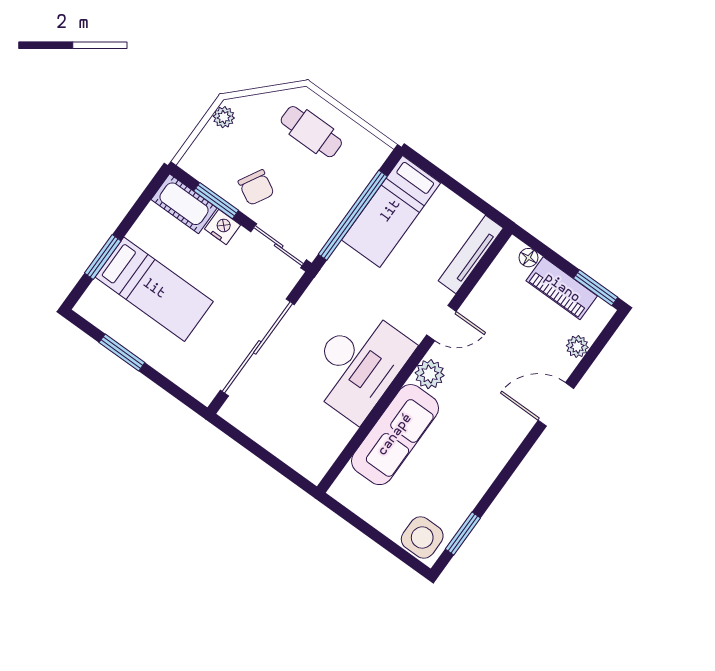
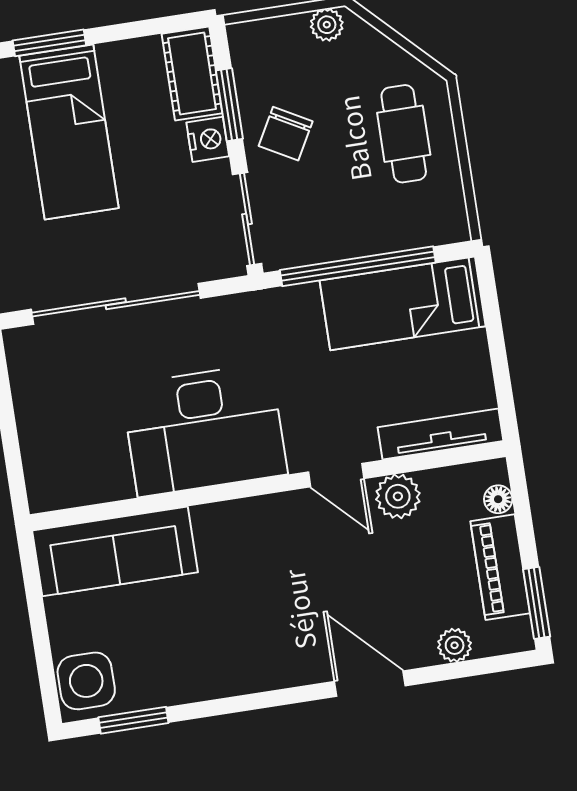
plant: (430, 374) -> (398, 496), moved
sofa: (395, 435) -> (115, 551), moved

